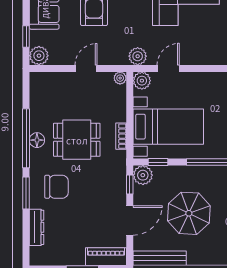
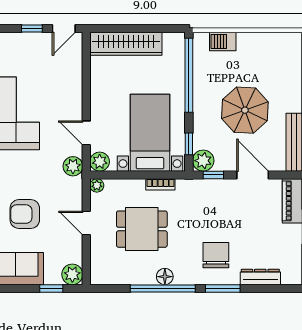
dining table: (77, 140) -> (142, 229), moved, turned 90

